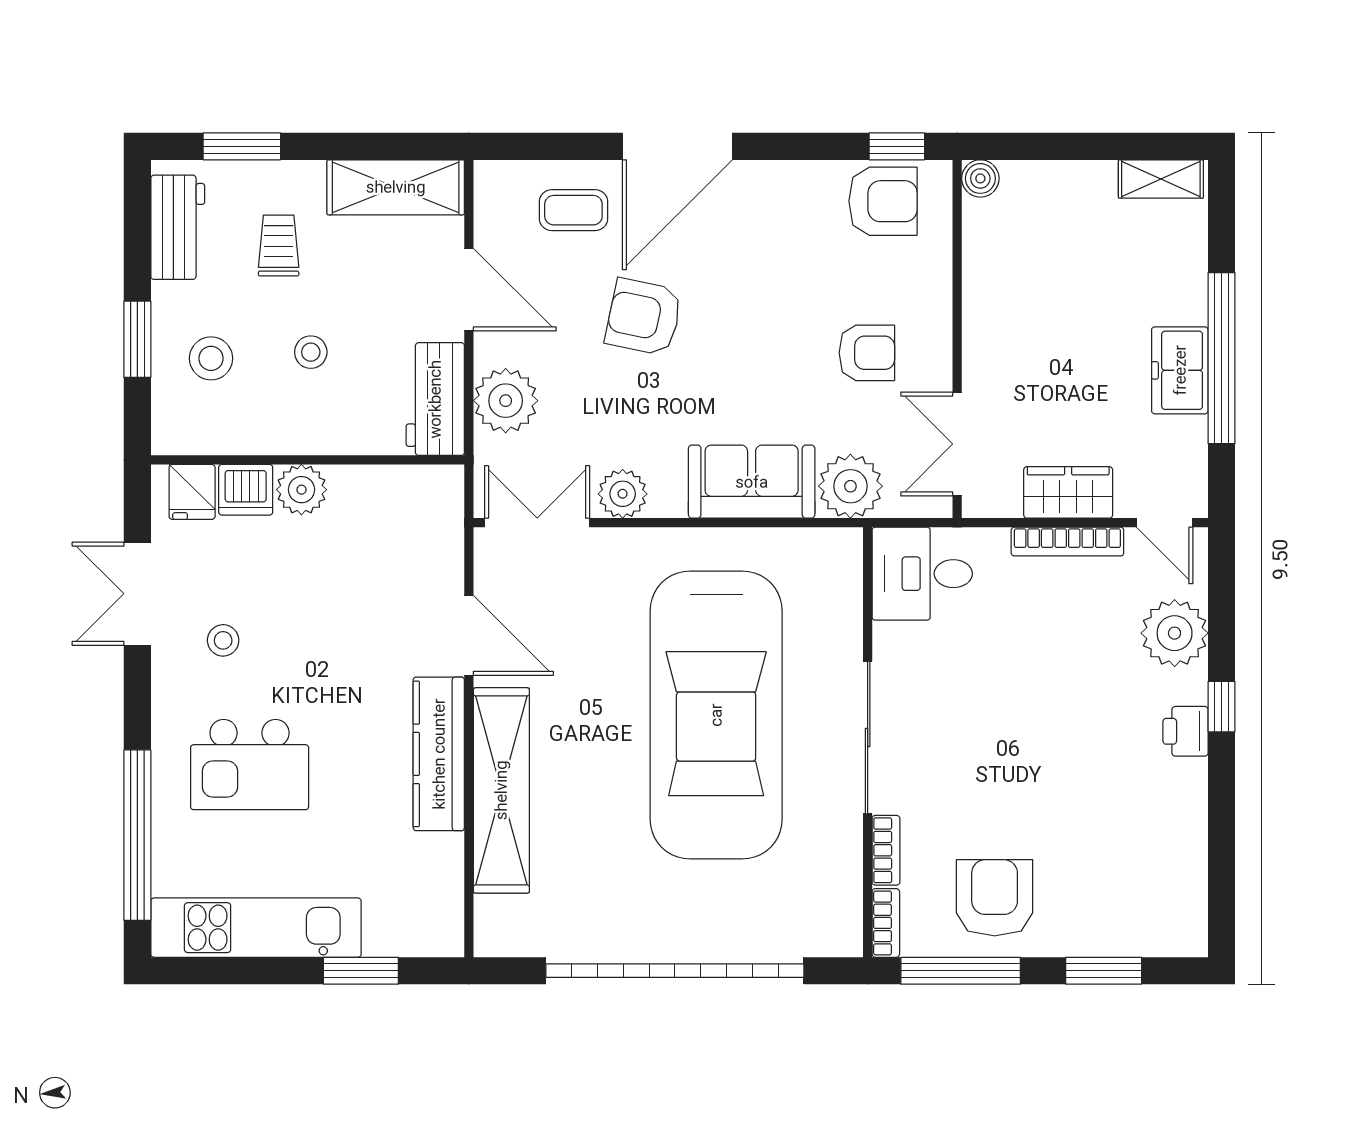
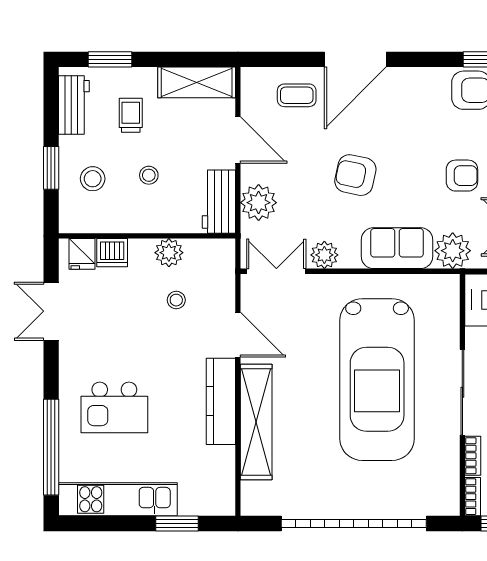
armchair: (644, 317) -> (355, 175), moved
plant: (301, 490) -> (169, 253), moved
stool: (223, 640) -> (176, 300), moved

